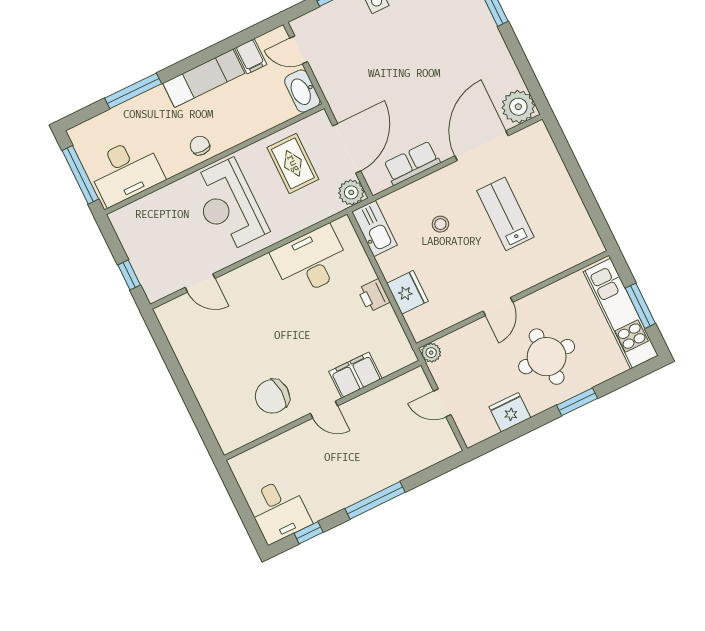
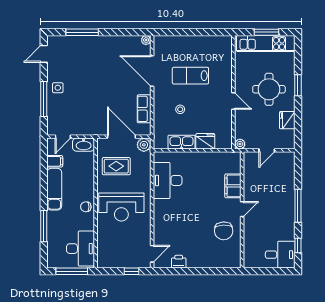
plant: (518, 107) -> (146, 40), width x0.53, depth x0.53
kitchen sink: (374, 228) -> (182, 142), moved
door: (200, 283) -> (152, 254), moved
printer: (374, 296) -> (179, 262), moved, turned 180

